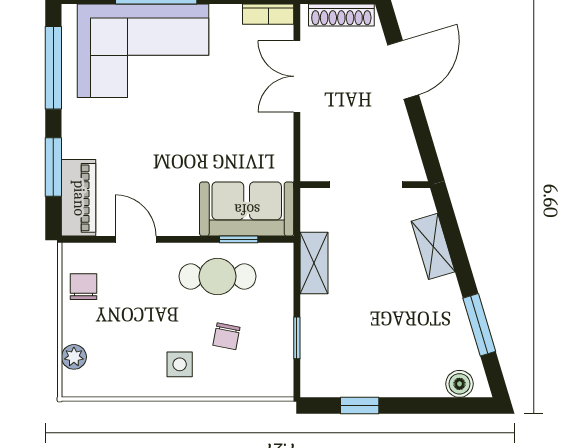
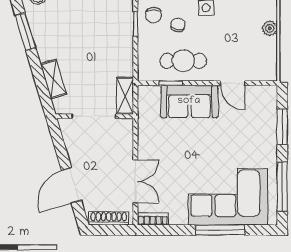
piano: (79, 198) -> (267, 108), removed
sofa: (247, 209) -> (189, 101), moved
shelving: (314, 263) -> (125, 96), moved
chair: (84, 287) -> (153, 15), moved
plant: (74, 357) -> (270, 28), moved

